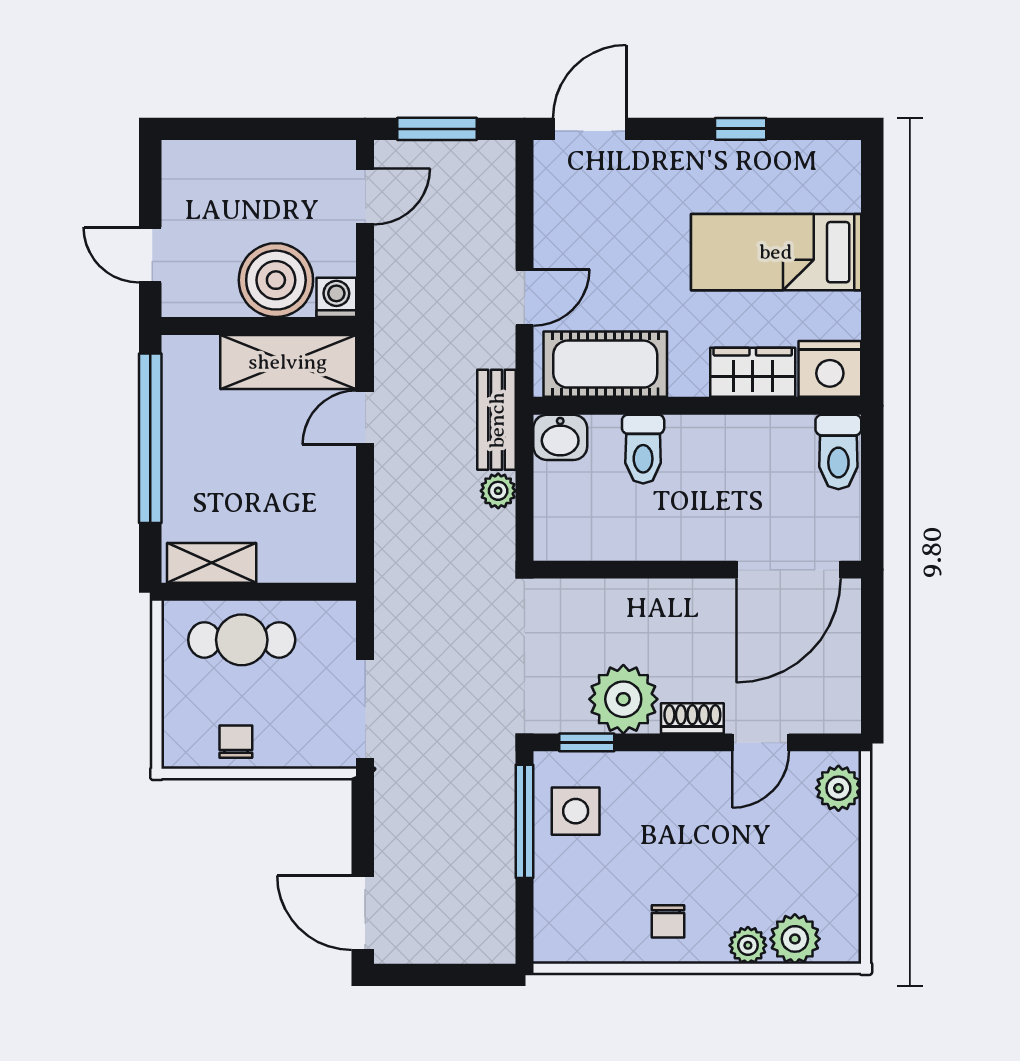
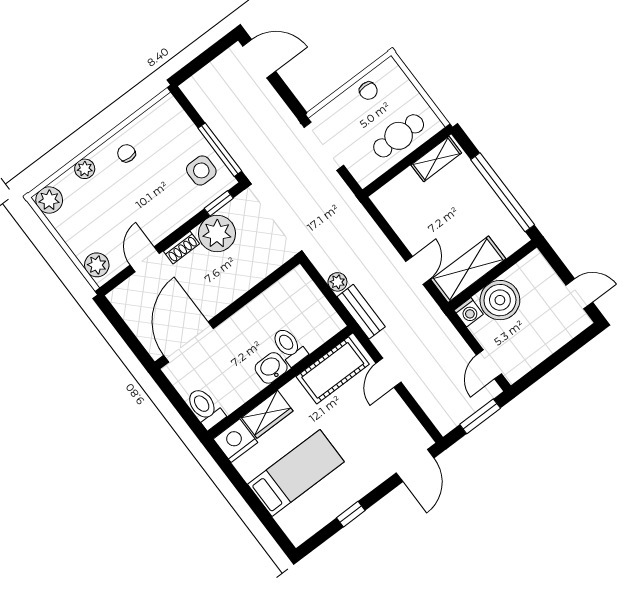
door: (150, 255) -> (579, 294), moved
washbasin: (560, 437) -> (271, 368), moved
plant: (795, 939) -> (49, 200), moved

